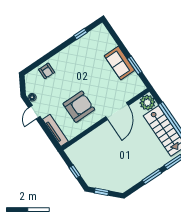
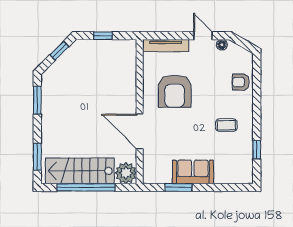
coffee table: (78, 62) -> (226, 125), added
window: (152, 177) -> (37, 100), moved

